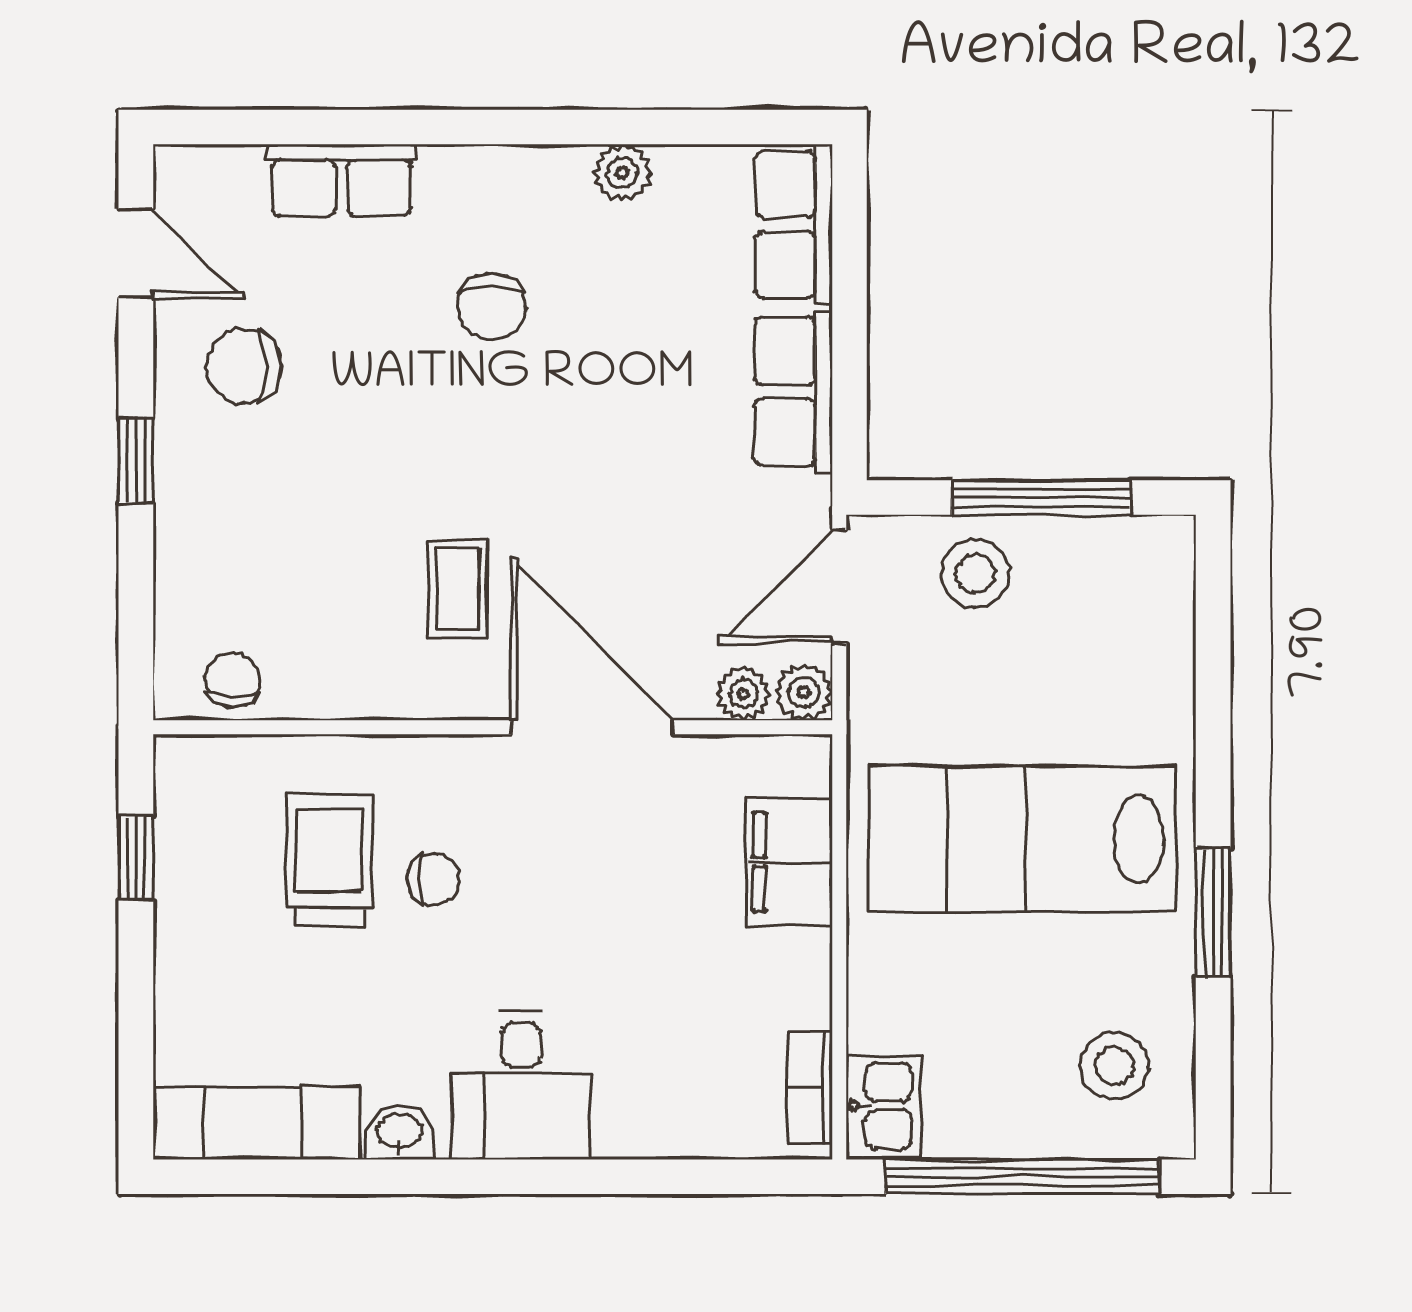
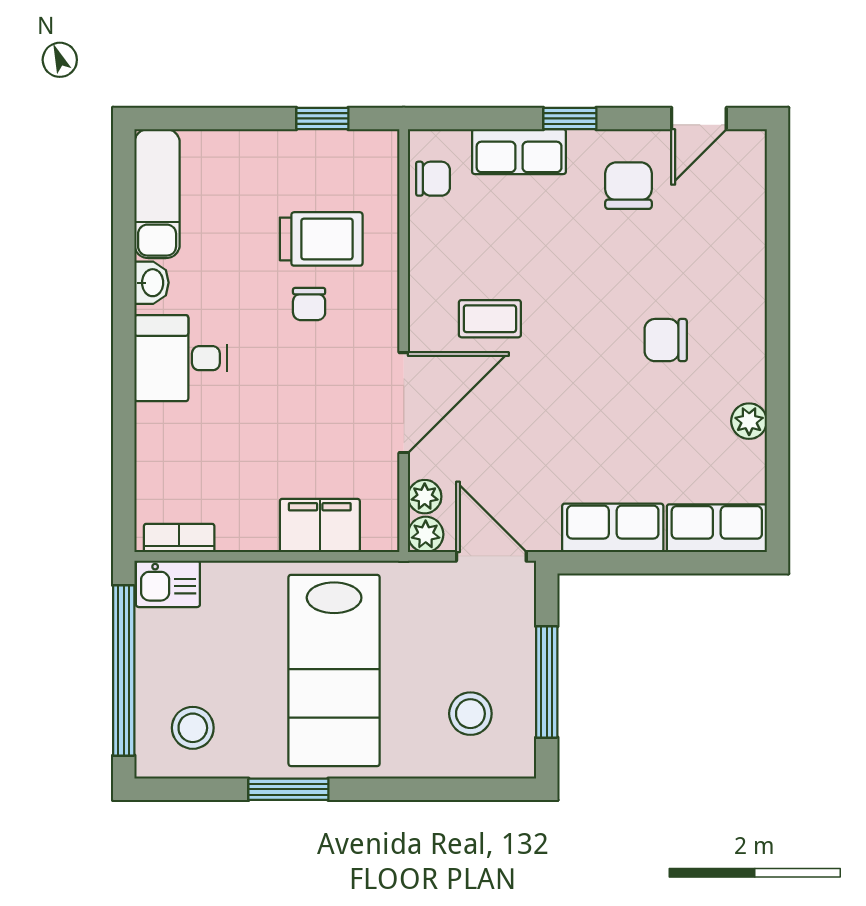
row of seats: (342, 180) -> (519, 152), moved, turned -90
stool: (975, 573) -> (470, 714), moved
lab bench: (1022, 839) -> (334, 670), turned 180

